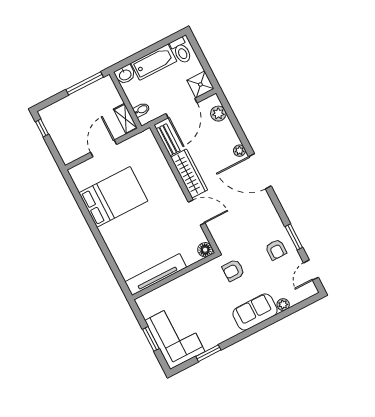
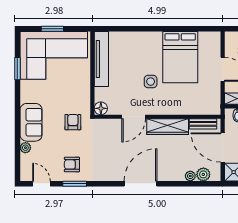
plant: (239, 151) -> (190, 176), moved
side table: (153, 214) -> (151, 82), added
corner sofa: (175, 336) -> (54, 55), width x1.36, depth x1.36

